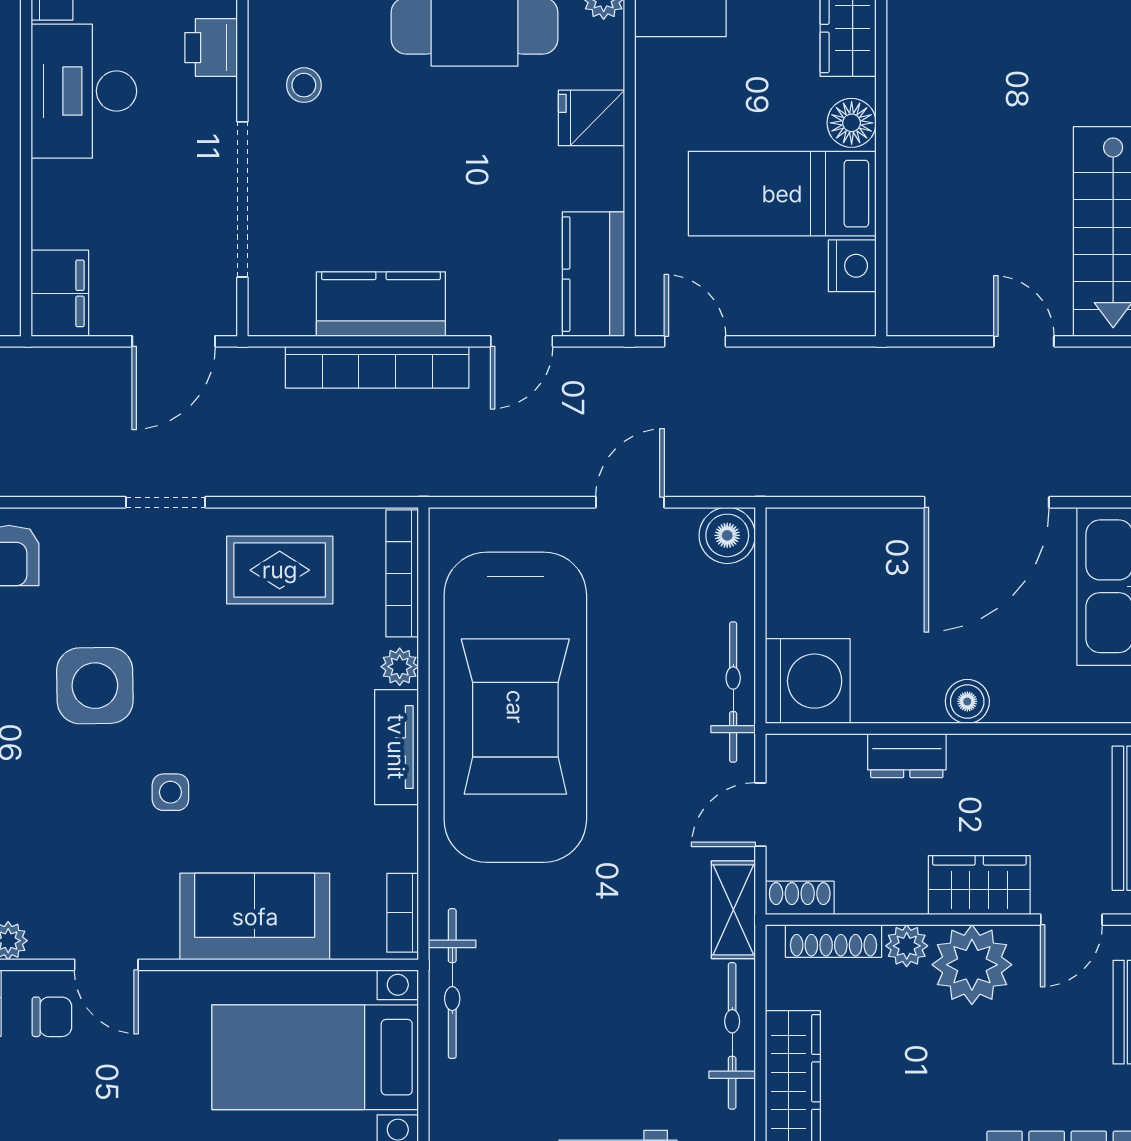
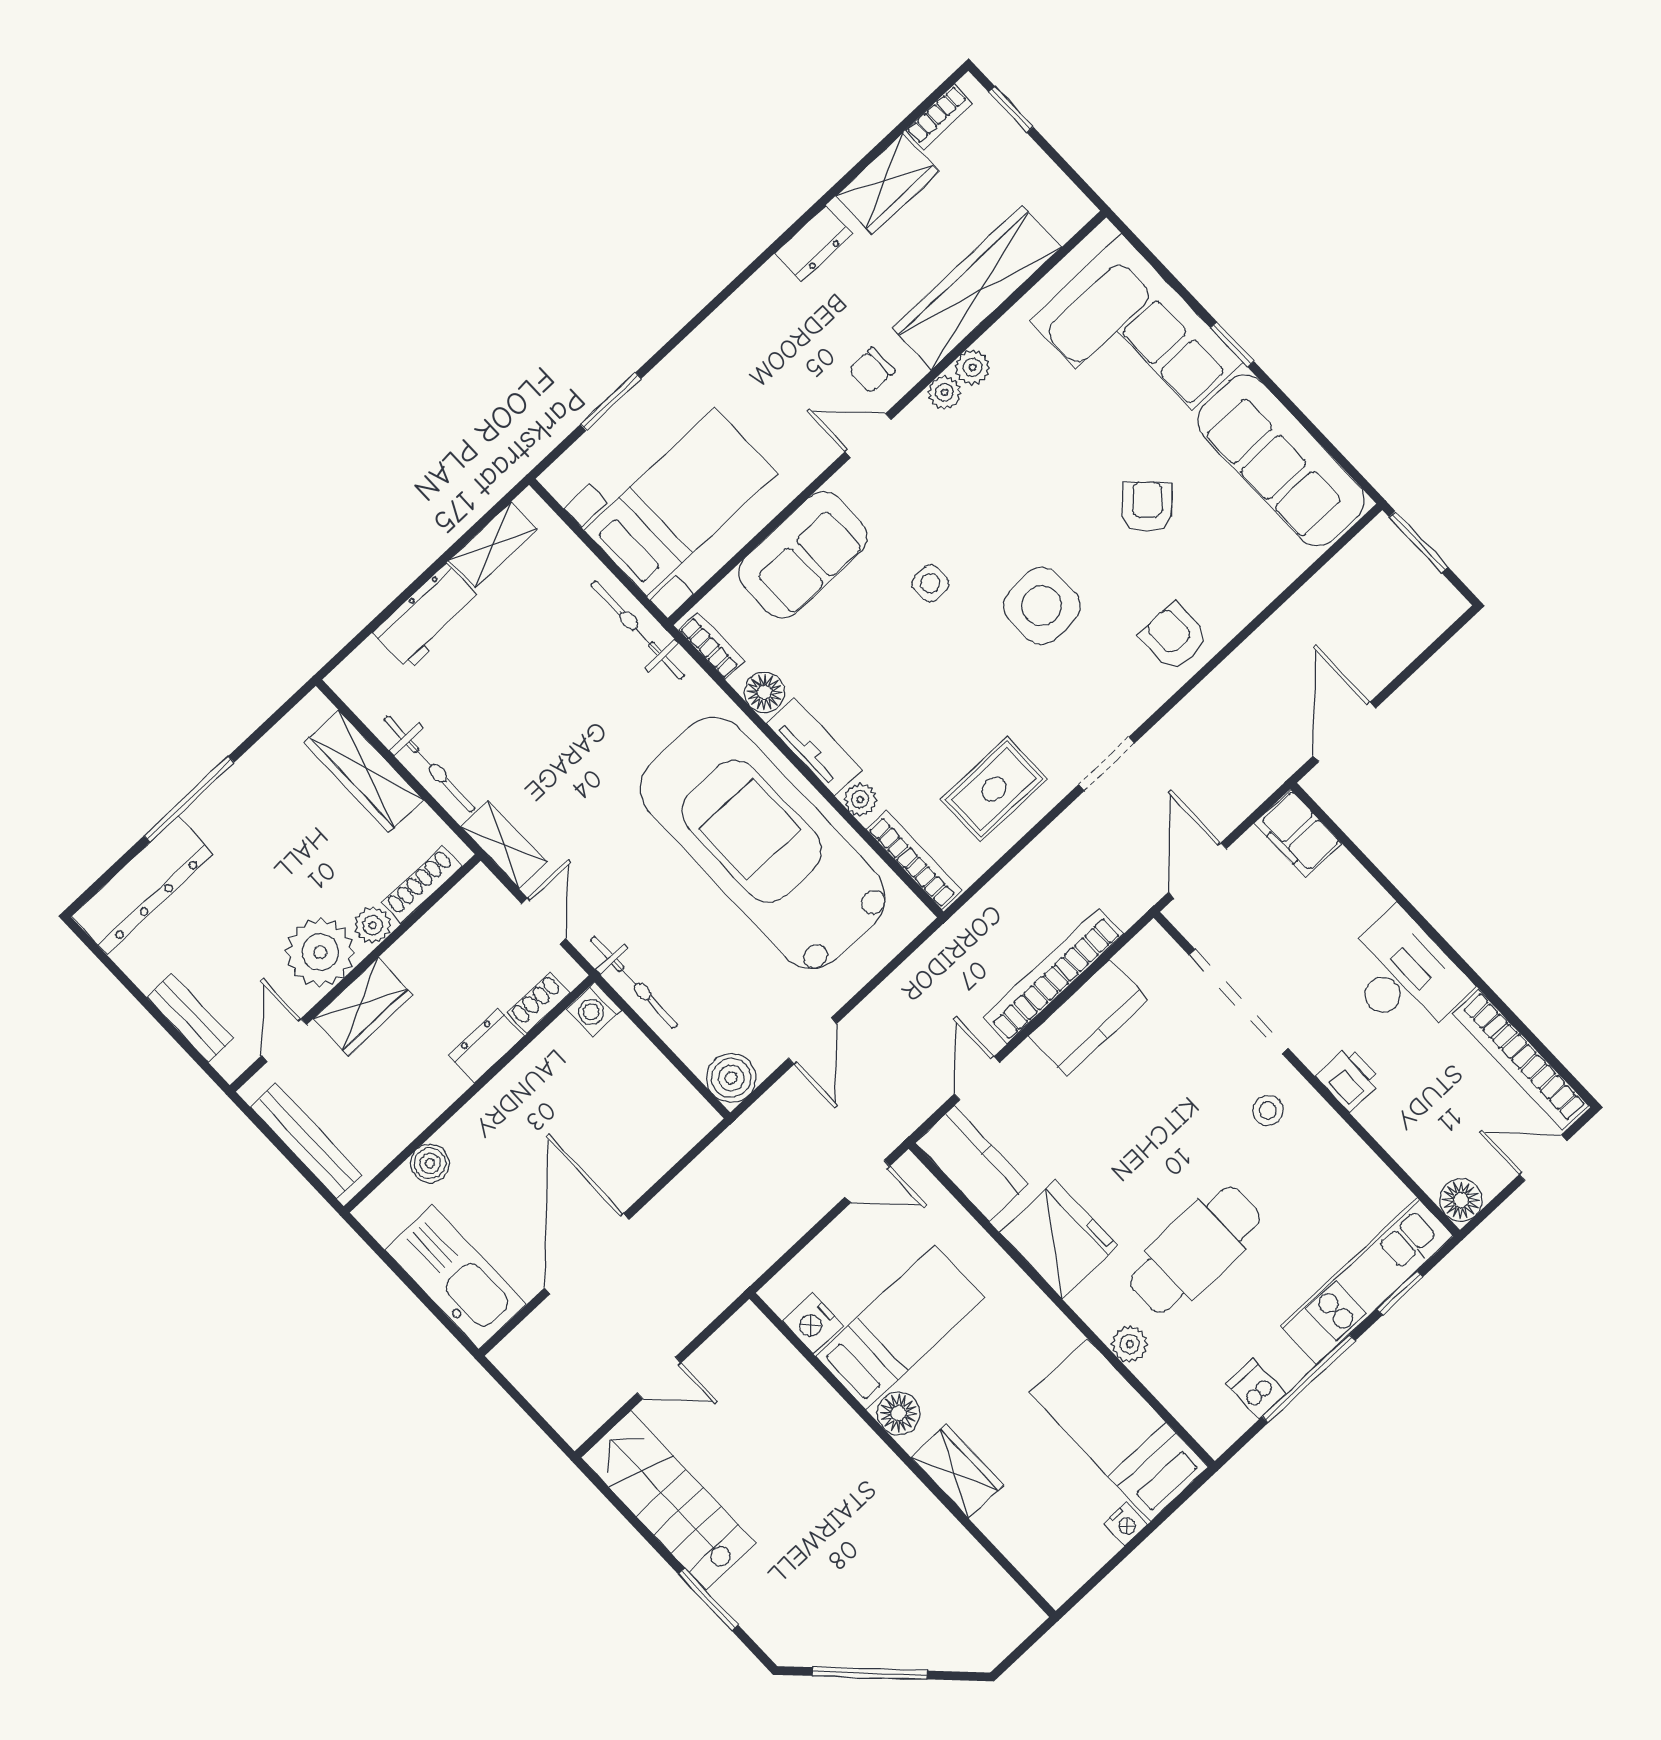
fridge: (591, 118) -> (1059, 1239), width x1.88, depth x1.34
washing machine: (808, 681) -> (594, 1009), width x0.53, depth x0.53
boiler: (967, 701) -> (430, 1163), moved
floor lamp: (395, 832) -> (765, 692), added
shoe rack: (800, 898) -> (538, 1003), moved, turned 180

